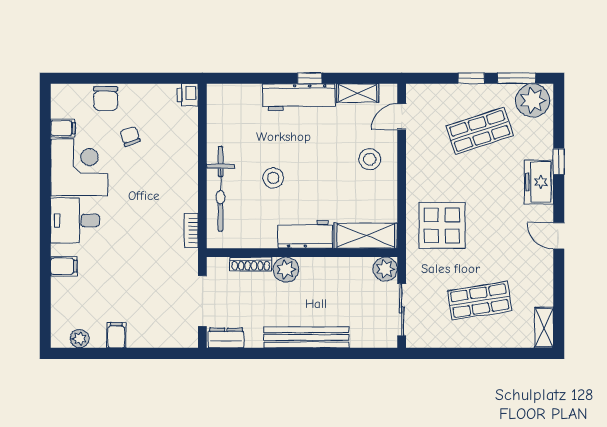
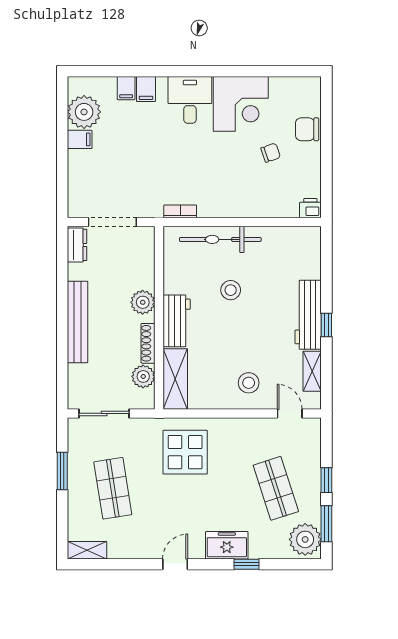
filing cabinet: (63, 128) -> (126, 88), moved
shoe rack: (251, 264) -> (148, 343), moved
plant: (385, 269) -> (143, 376), moved
plant: (80, 339) -> (84, 112), width x1.87, depth x1.87
window: (462, 353) -> (62, 471), added

